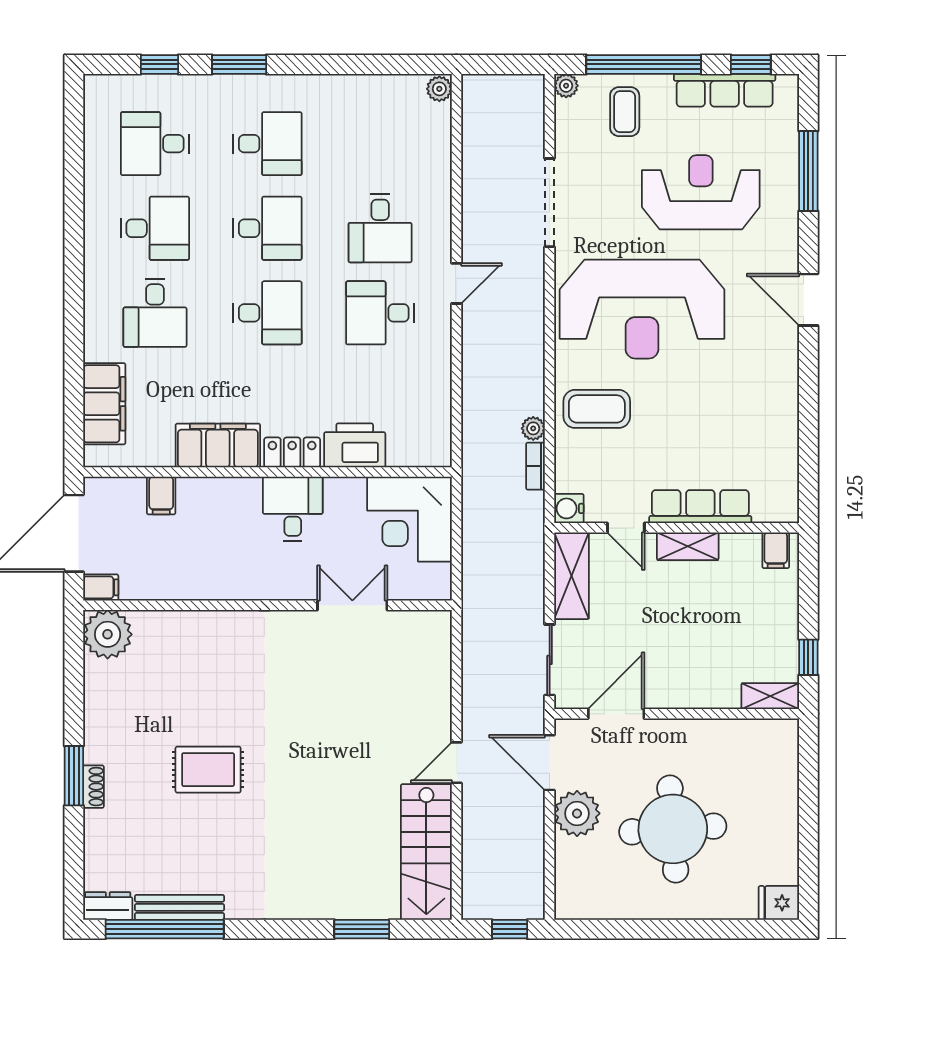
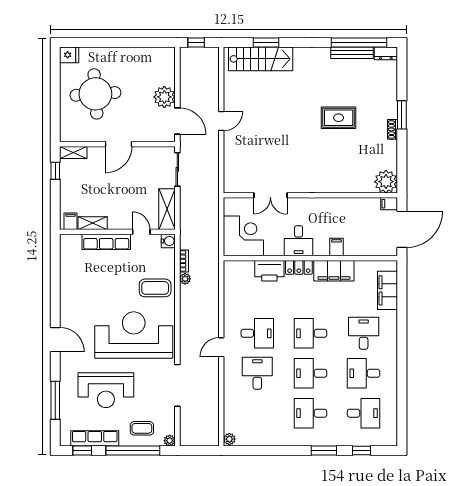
coffee table: (625, 112) -> (142, 428), turned 90
filing cabinet: (161, 496) -> (336, 247), moved
shelving: (688, 546) -> (93, 223), moved
door: (616, 714) -> (119, 144), moved
shoe rack: (93, 787) -> (393, 129), moved
round table: (673, 829) -> (95, 94), moved
stairs: (426, 852) -> (261, 59), moved, turned 90

